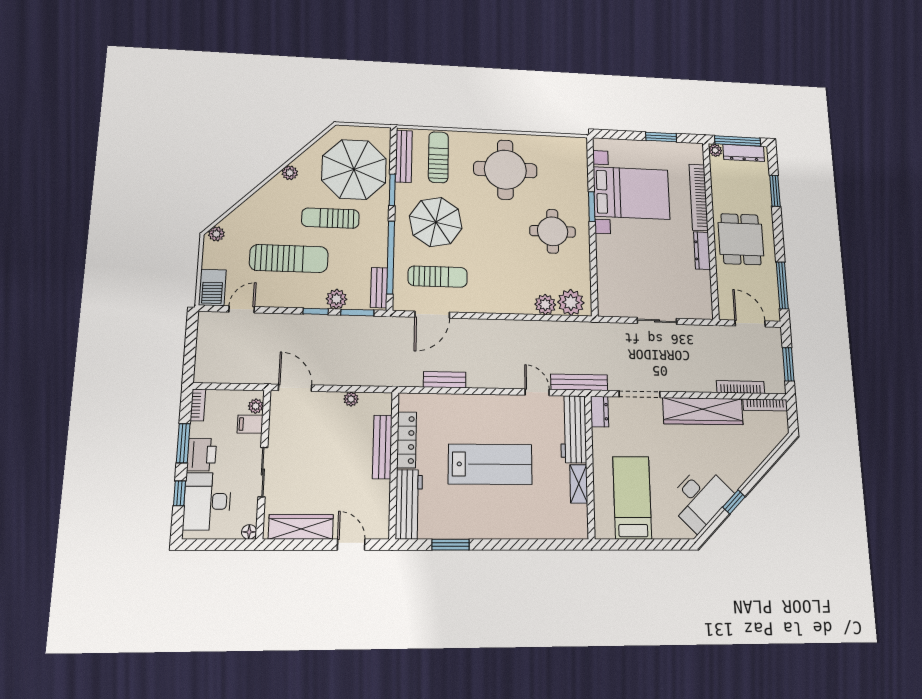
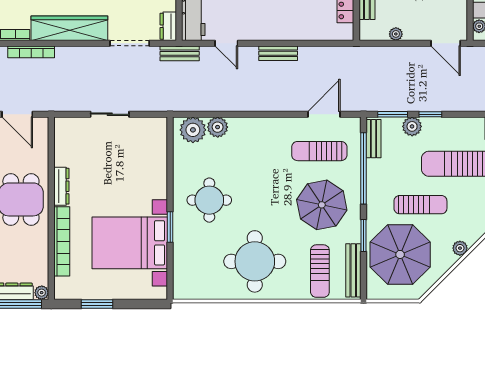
bench: (445, 380) -> (278, 53), moved
bench: (579, 382) -> (180, 53), width x0.73

